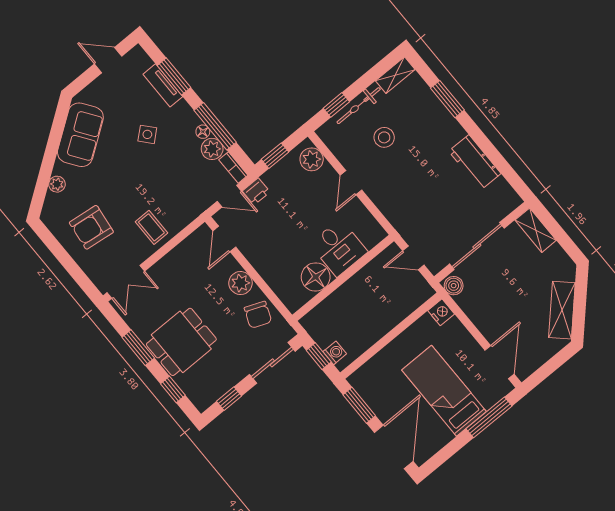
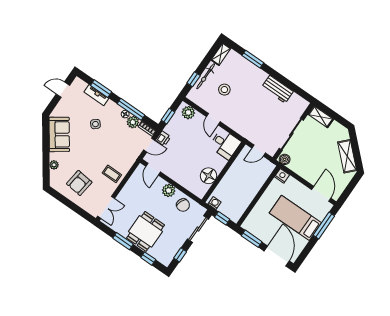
desk: (339, 248) -> (225, 144), moved
washing machine: (335, 353) -> (215, 203), moved

